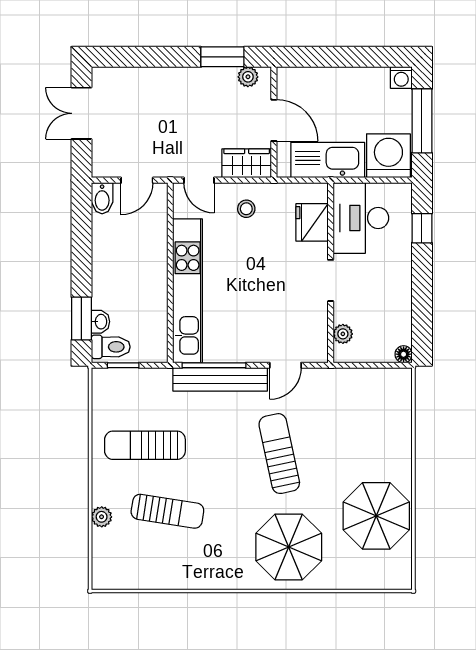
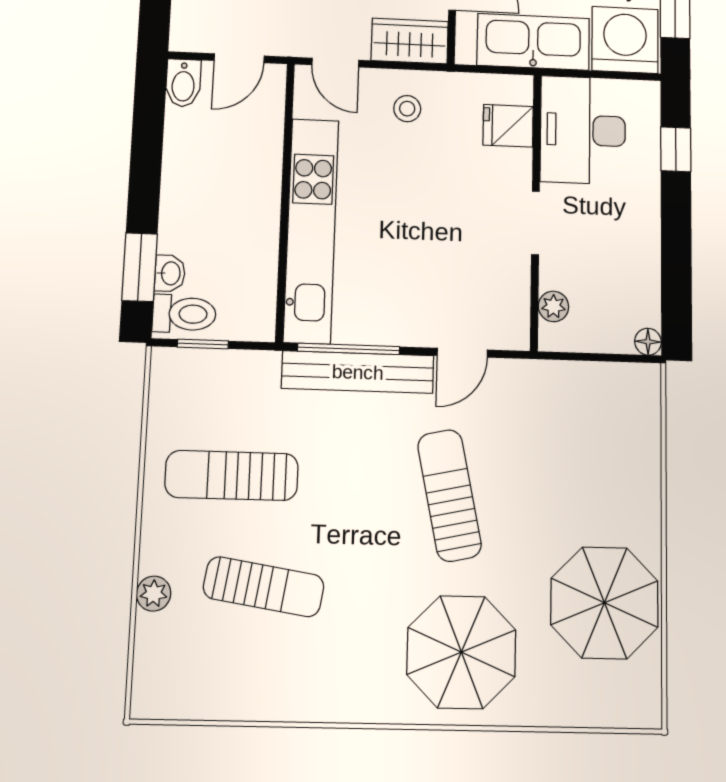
fridge: (312, 222) -> (508, 126), width x0.72

